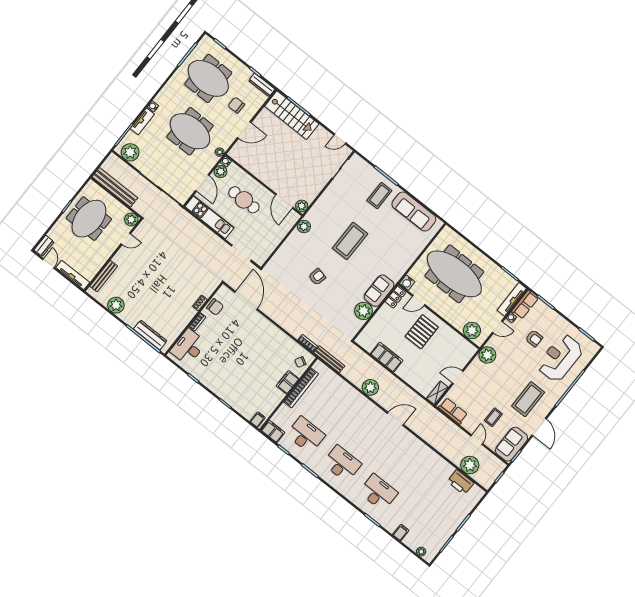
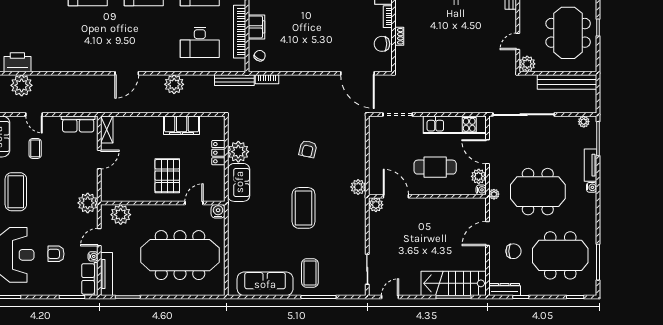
plant: (130, 152) -> (584, 122), width x0.53, depth x0.53
locker: (395, 297) -> (218, 153), moved
desk: (332, 401) -> (200, 42), added

